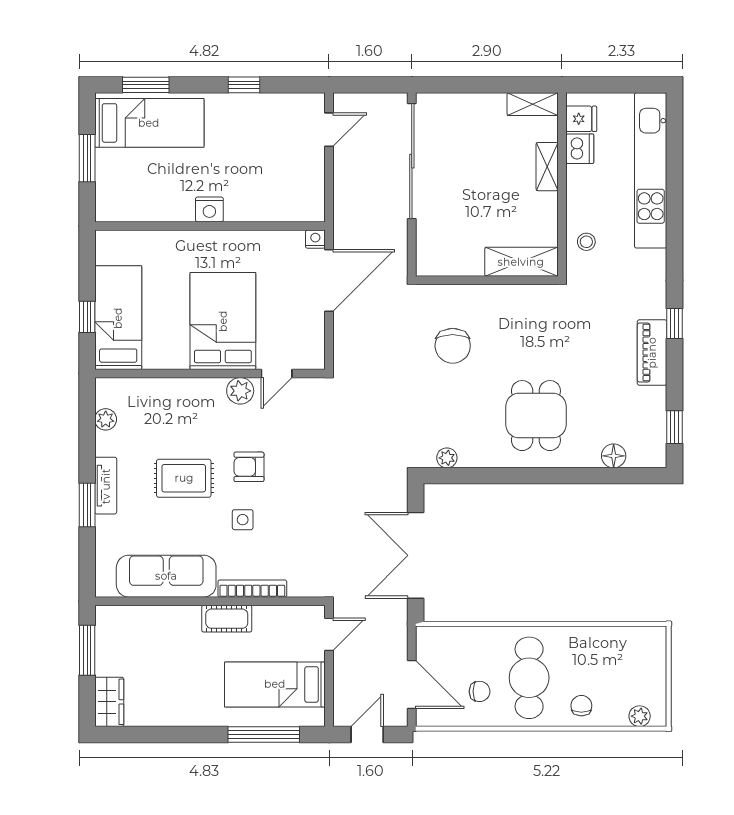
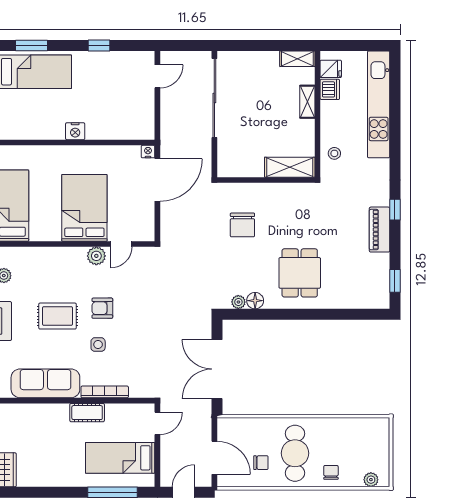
floor lamp: (614, 456) -> (255, 301), moved

